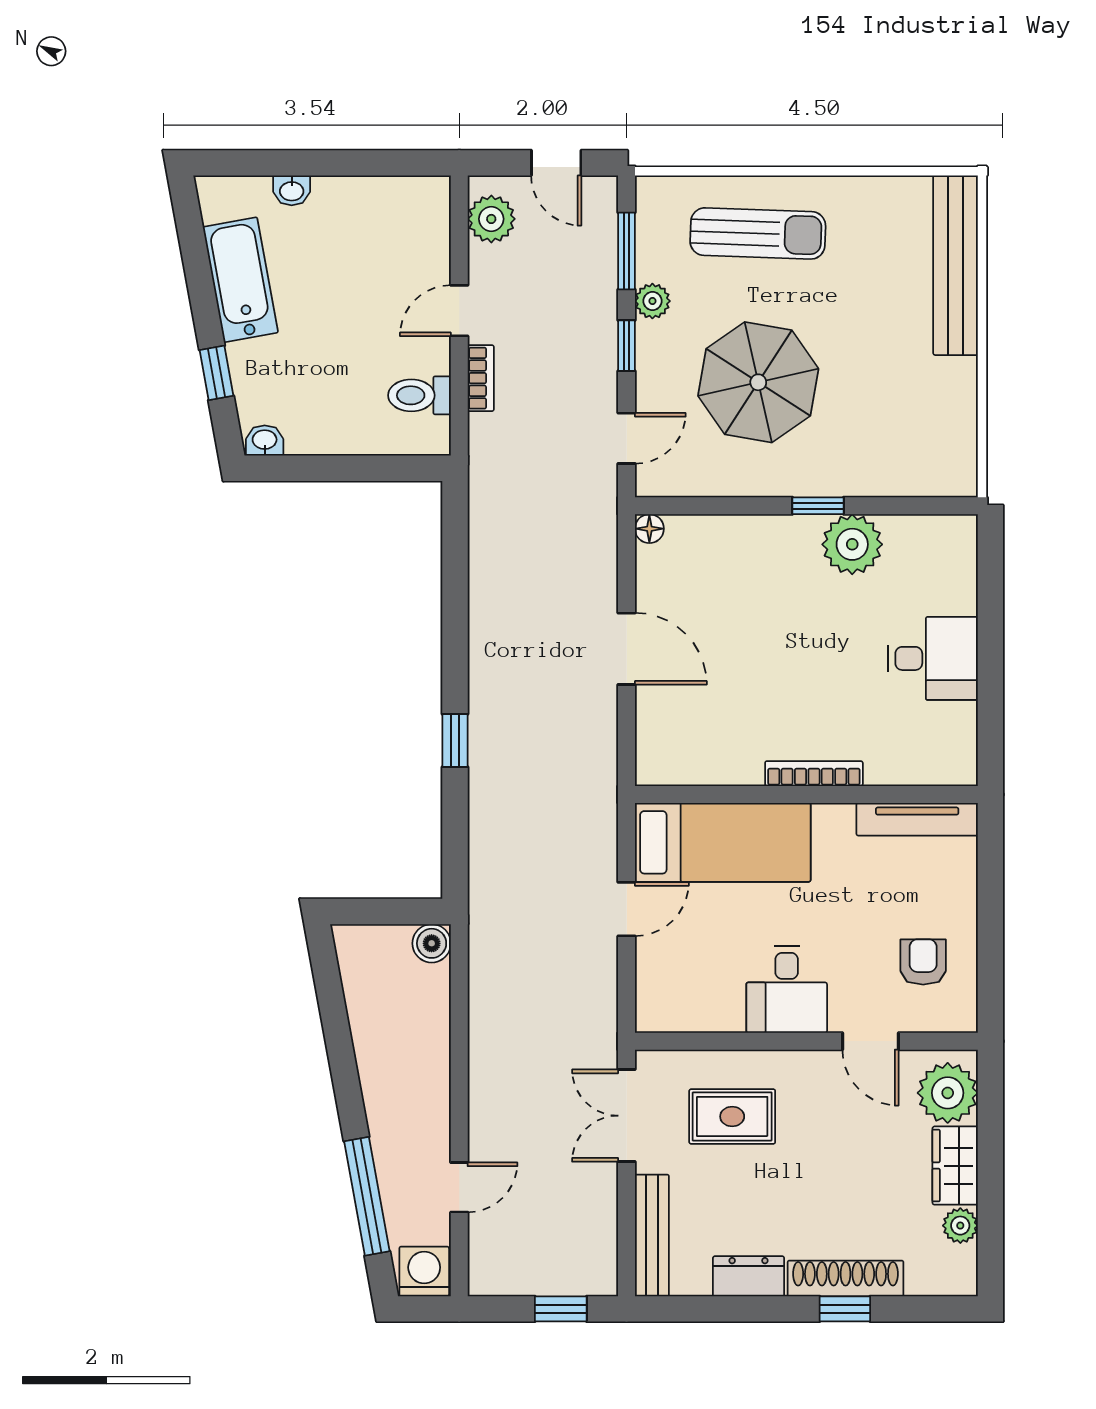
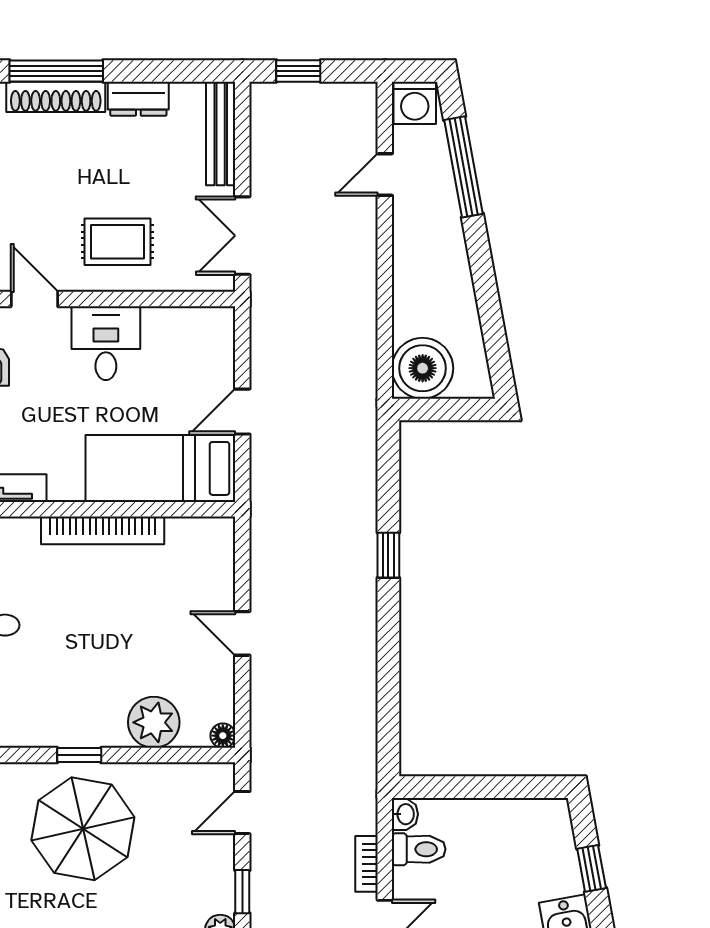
parasol: (758, 382) -> (83, 829), moved
washbasin: (265, 440) -> (405, 814), moved, turned -90
plant: (852, 544) -> (154, 722), moved
door: (627, 649) -> (242, 633), width x0.73
bookcase: (814, 774) -> (103, 530), width x1.48, depth x1.31
boiler: (432, 943) -> (423, 368), width x1.86, depth x1.86
double door: (627, 1116) -> (242, 236), swing flipped
rug: (732, 1116) -> (118, 242), moved
window: (845, 1309) -> (56, 71), width x2.17

